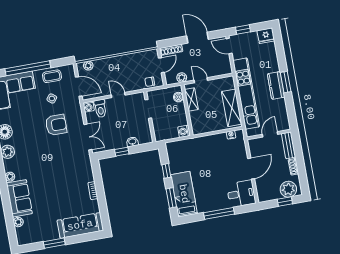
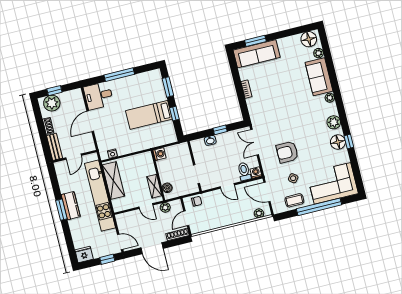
bed: (184, 194) -> (149, 115), moved, turned 90
floor lamp: (27, 237) -> (309, 39), added
window: (54, 243) -> (255, 41), moved

